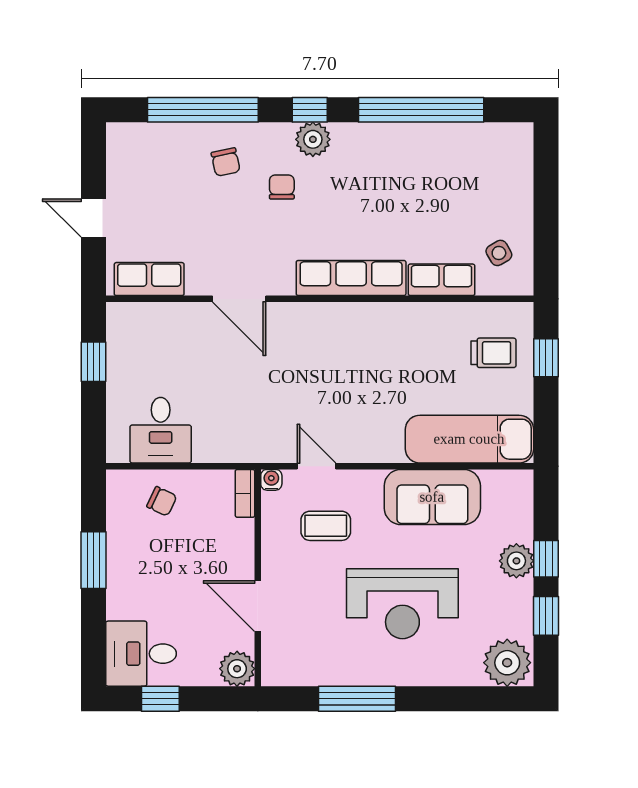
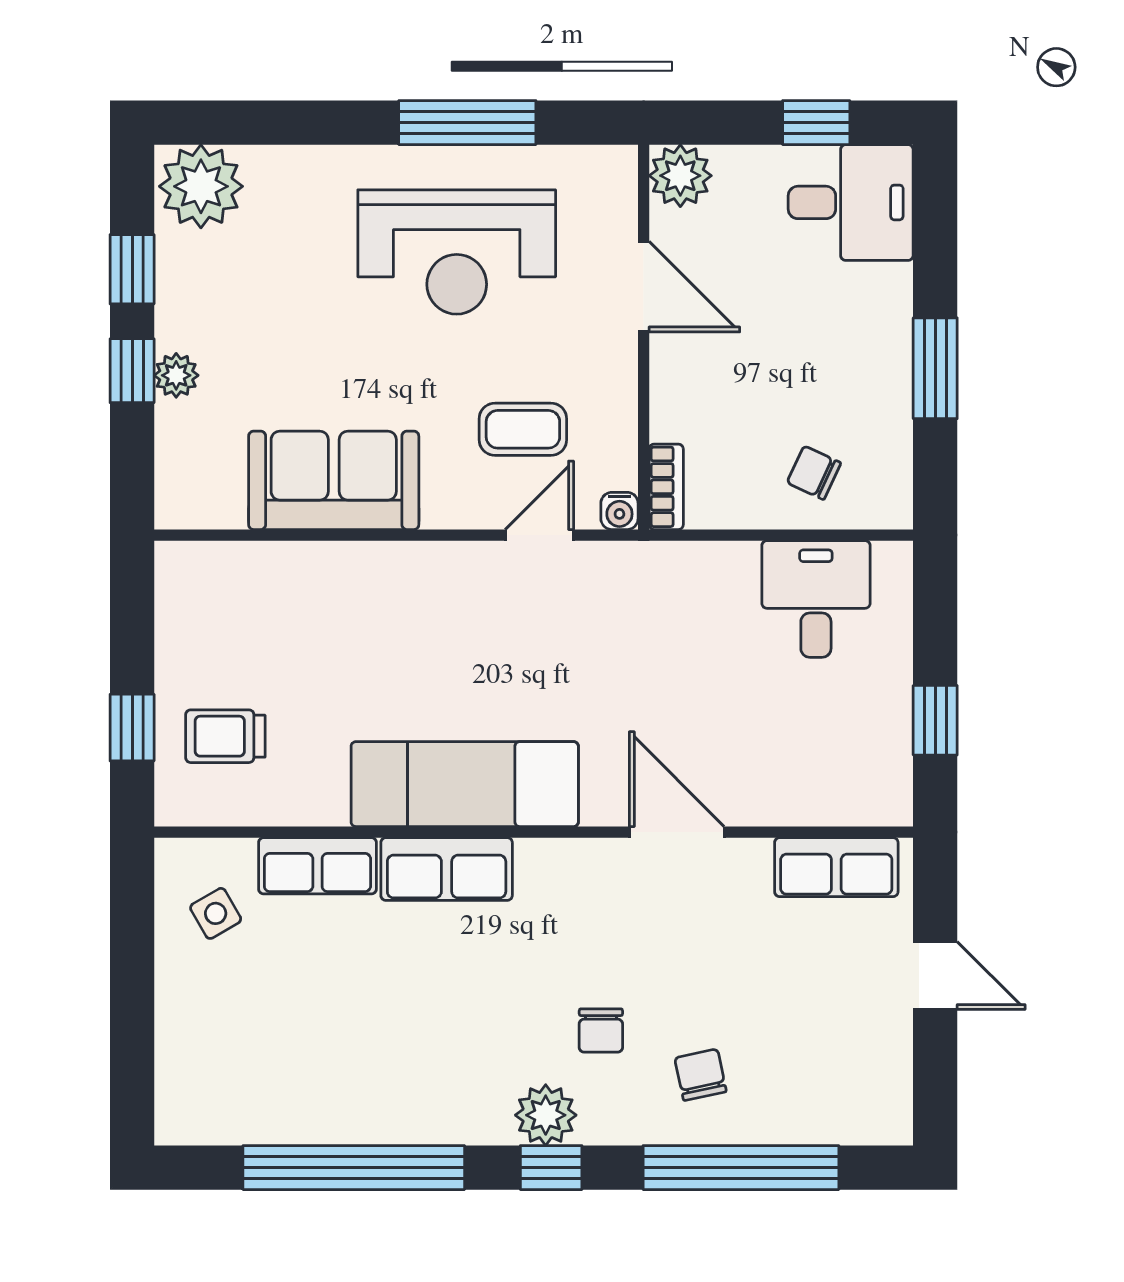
row of seats: (351, 278) -> (447, 869), width x0.68
exam couch: (469, 439) -> (465, 784), moved, turned 180
door: (316, 466) -> (539, 535), swing flipped
plant: (516, 561) -> (176, 375), width x0.73, depth x0.73
reception desk: (402, 604) -> (457, 252), moved, turned 180

